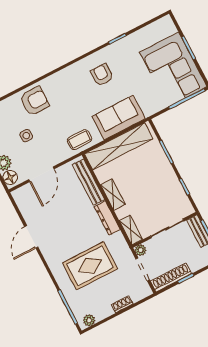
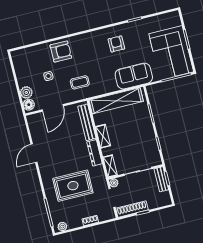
sofa: (119, 118) -> (134, 76), moved
coffee table: (80, 140) -> (80, 82), moved

